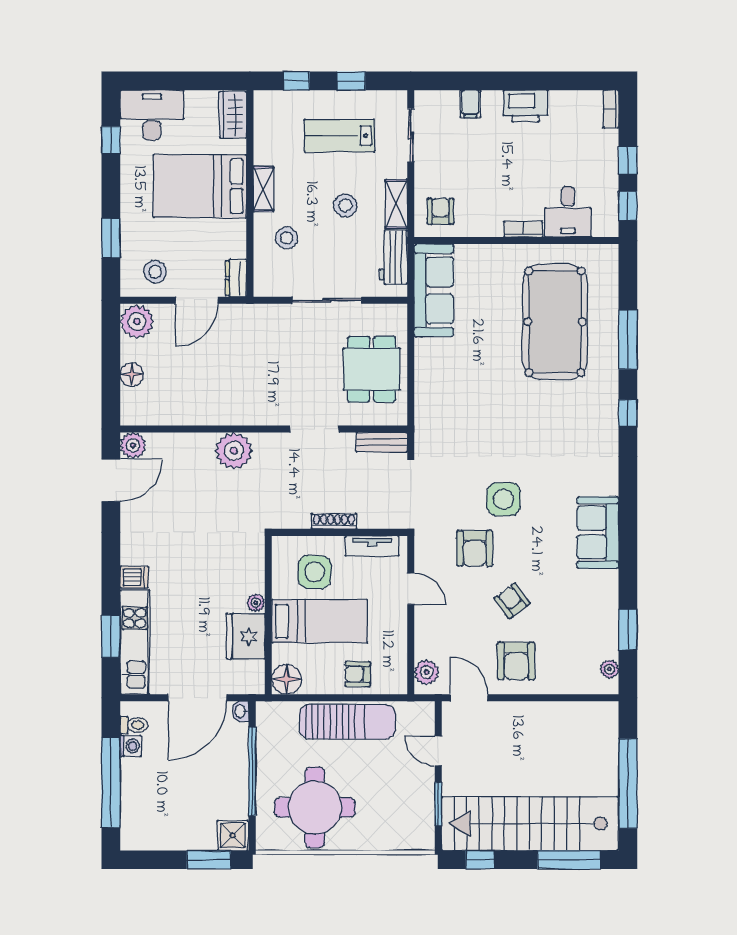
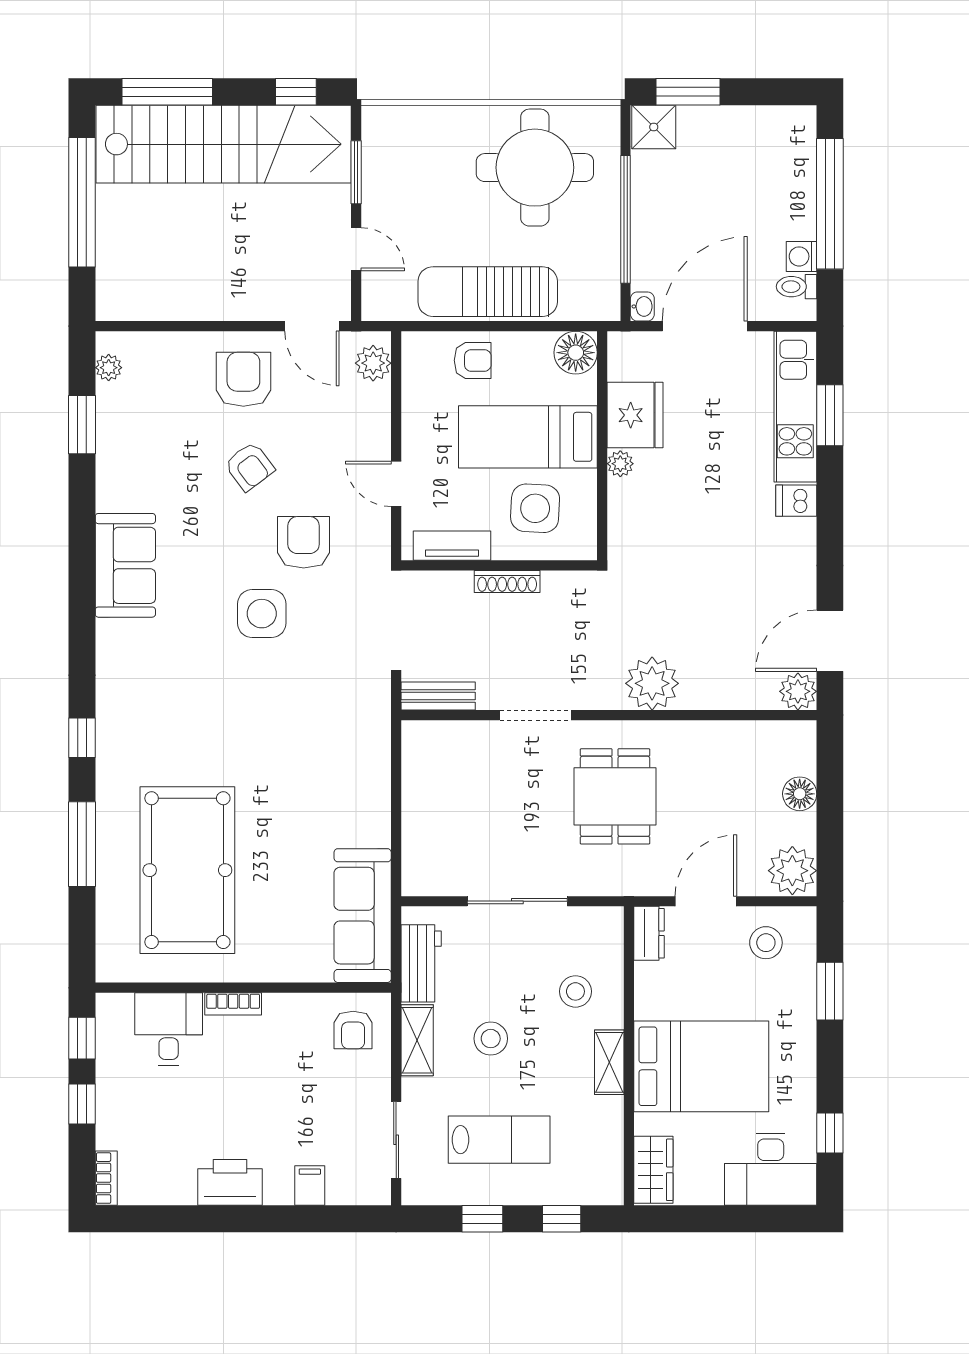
dining table: (372, 369) -> (615, 796), moved

